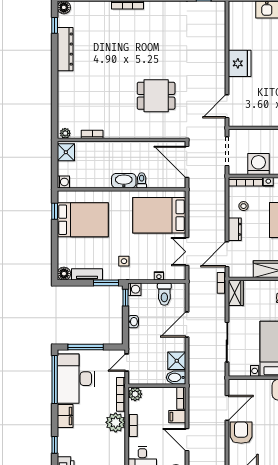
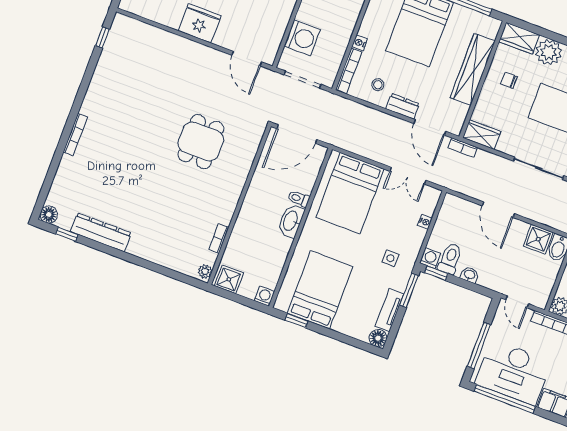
washing machine: (258, 164) -> (302, 38), moved, turned 180
toilet: (164, 294) -> (450, 259), moved, turned -90

